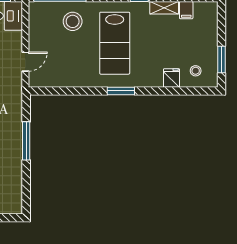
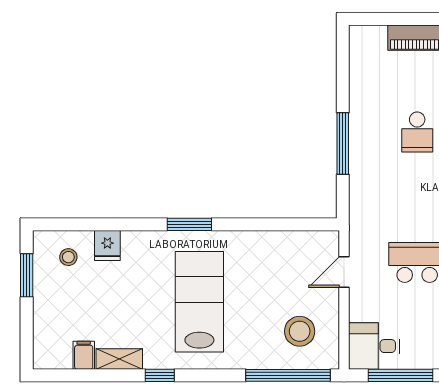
stool: (73, 21) -> (300, 331), moved

